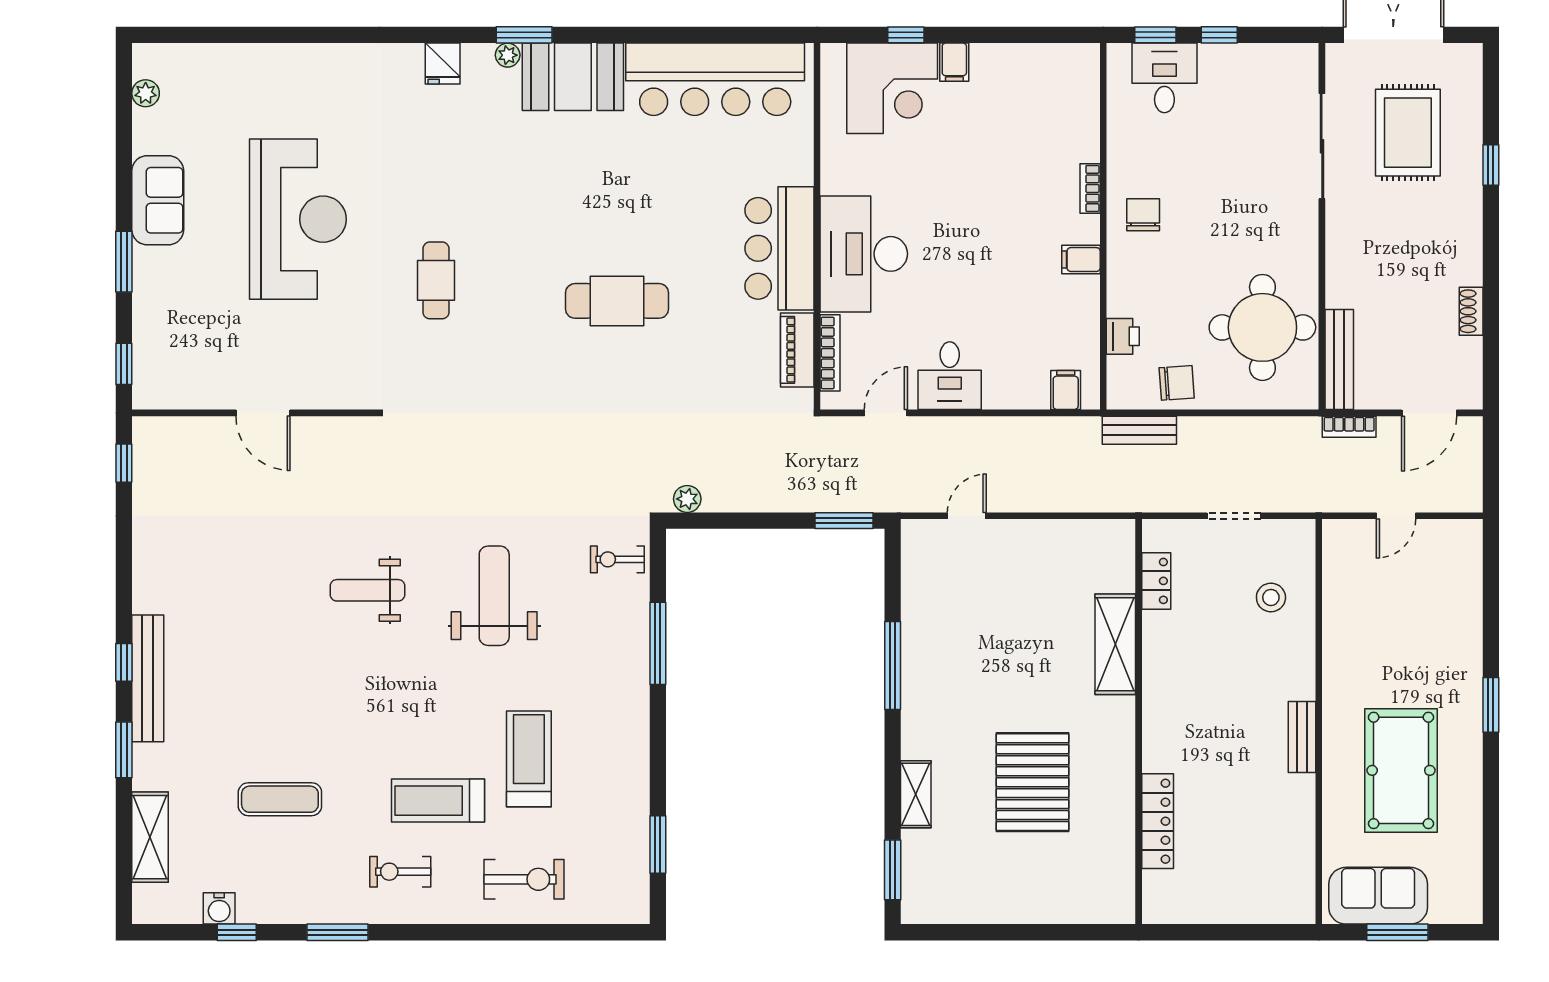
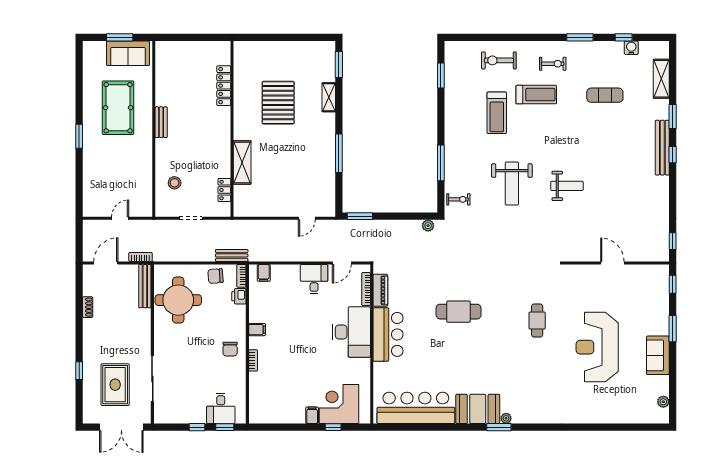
fridge: (443, 64) -> (534, 415), removed
bookcase: (1117, 383) -> (241, 276), added

